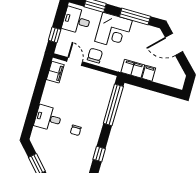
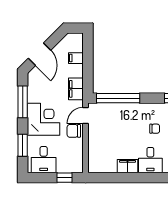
door: (75, 62) -> (86, 115), moved
filing cabinet: (55, 72) -> (127, 166), moved
filing cabinet: (149, 73) -> (76, 58), moved

